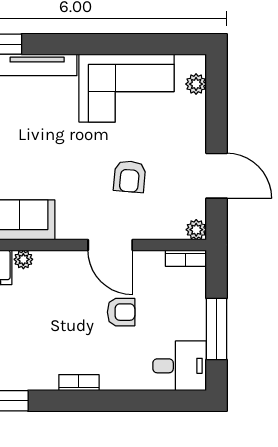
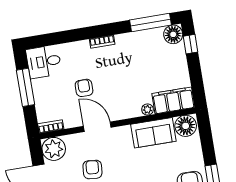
plant: (196, 230) -> (54, 149), width x1.88, depth x1.88
armchair: (121, 312) -> (84, 88), turned 90

